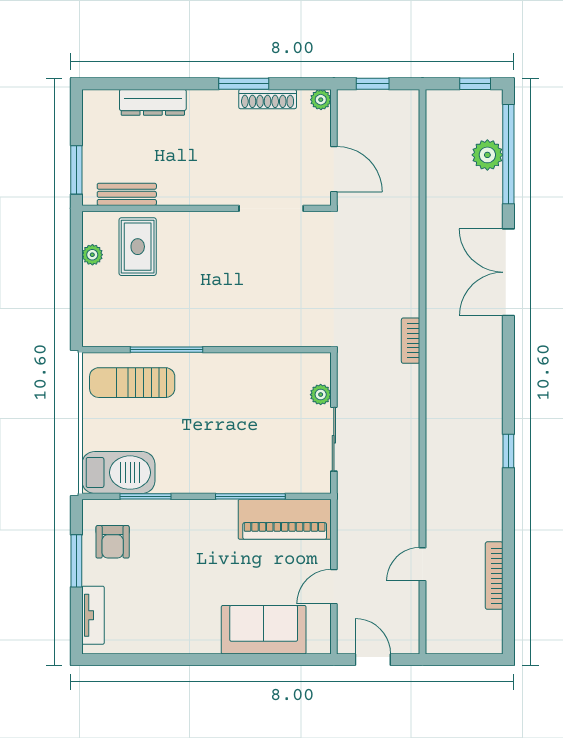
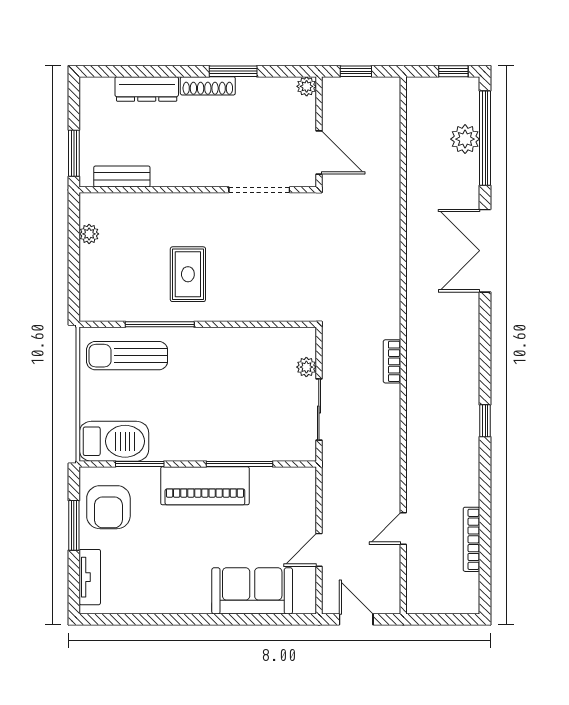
shoe rack: (268, 99) -> (208, 86), moved
rug: (138, 247) -> (188, 274), moved
bookcase: (411, 341) -> (392, 361), moved
piano: (285, 519) -> (205, 486), moved
armchair: (113, 542) -> (108, 507), width x1.38, depth x1.38

